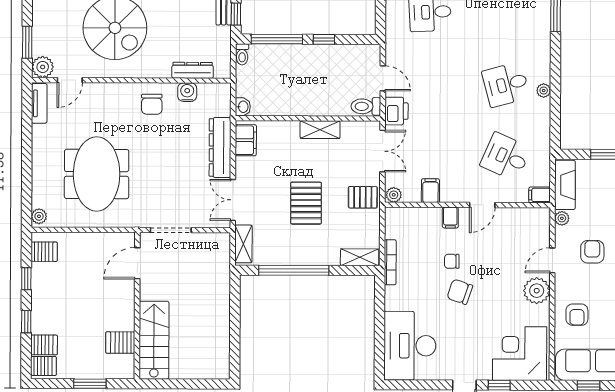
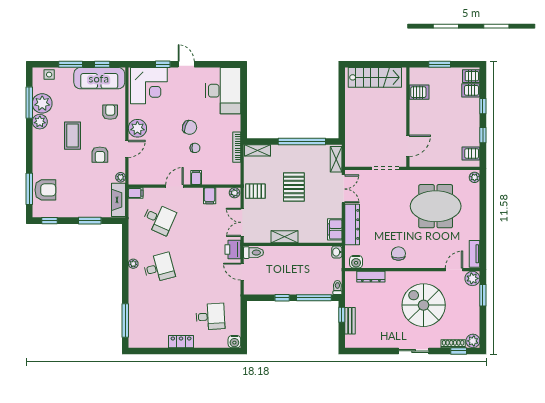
water cooler: (187, 92) -> (356, 262), moved
meeting table: (97, 174) -> (436, 206), turned 90
stairs: (154, 340) -> (375, 77), moved, turned -90

